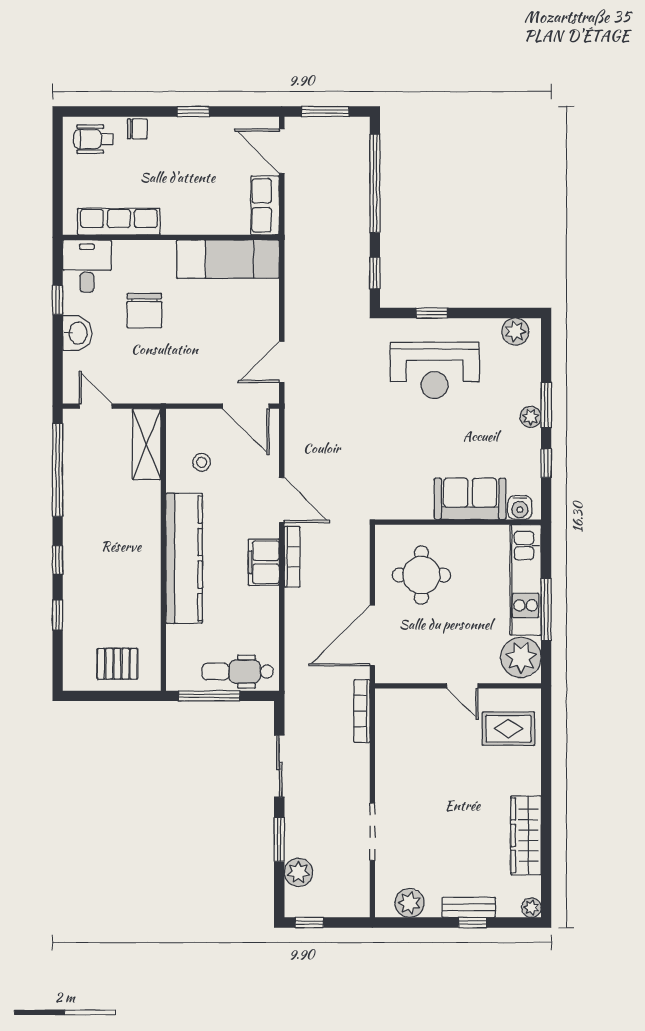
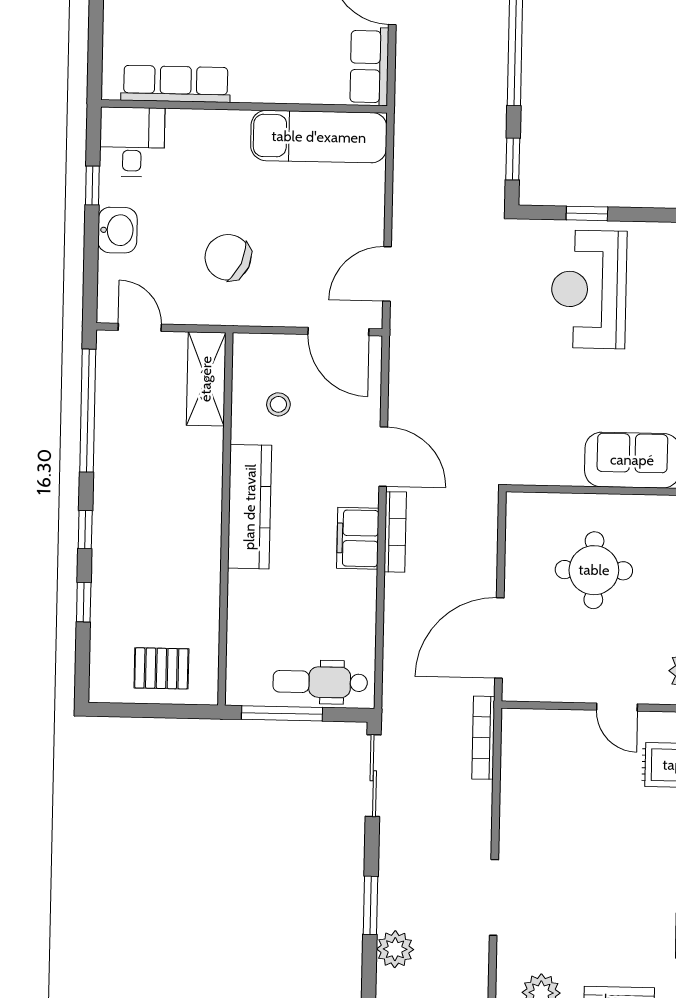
chair: (144, 311) -> (228, 257), moved, turned 114
reception desk: (435, 370) -> (589, 289), turned 90
kitchen counter: (184, 558) -> (250, 507), width x0.72, depth x0.86
round table: (421, 575) -> (594, 570), moved
sliding door: (279, 766) -> (373, 776), moved

